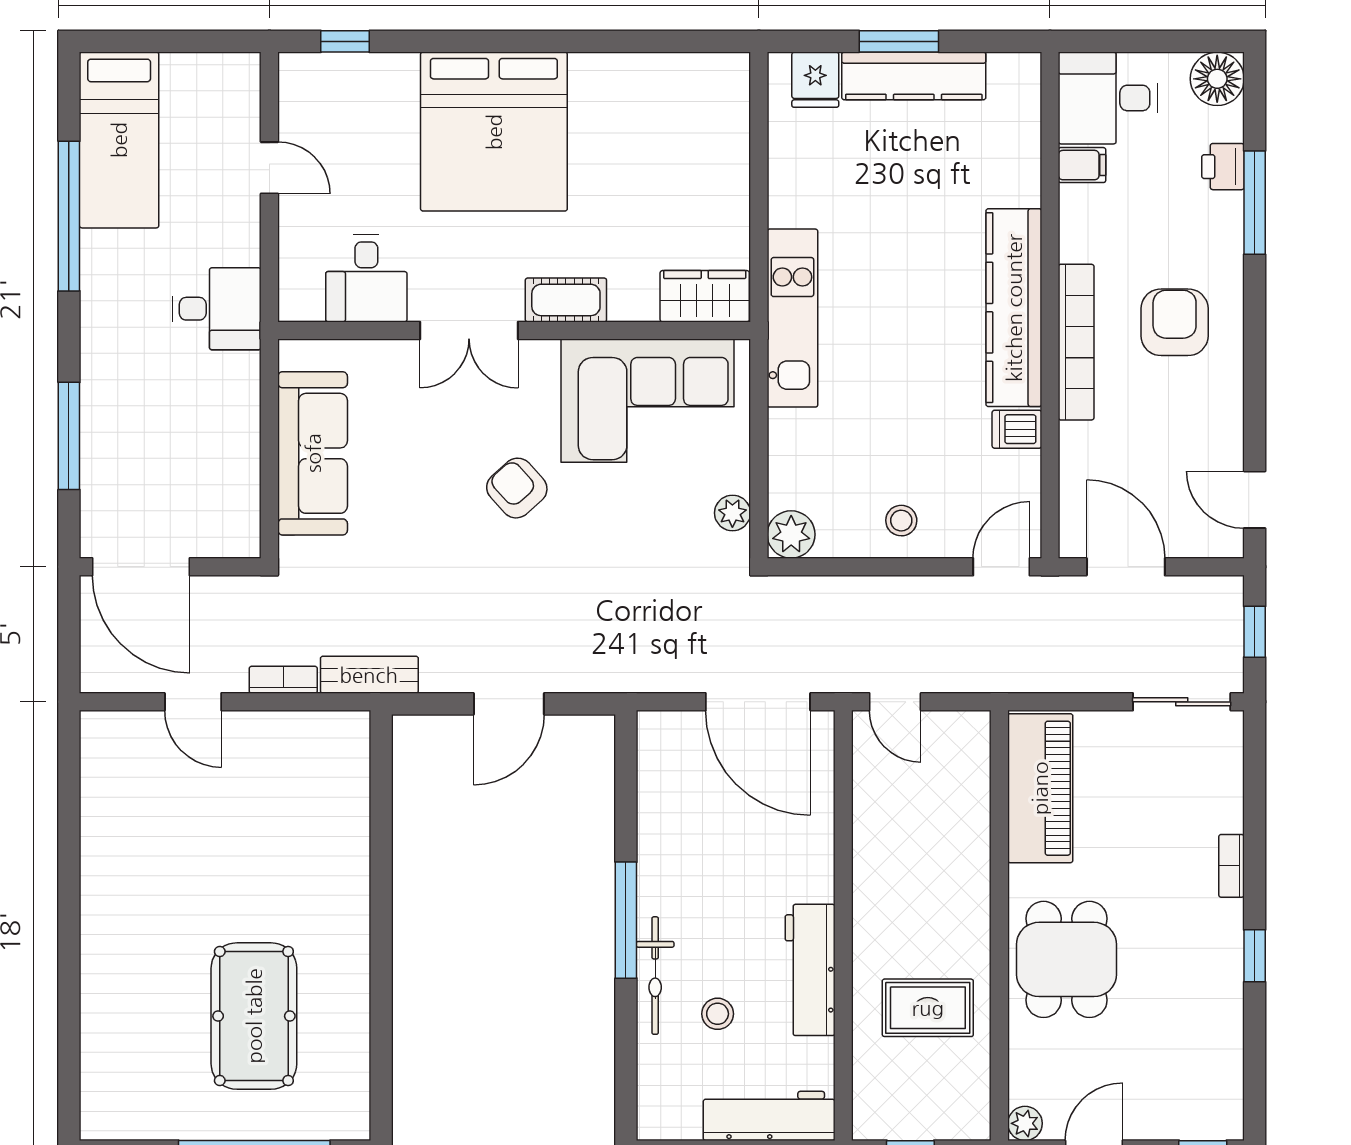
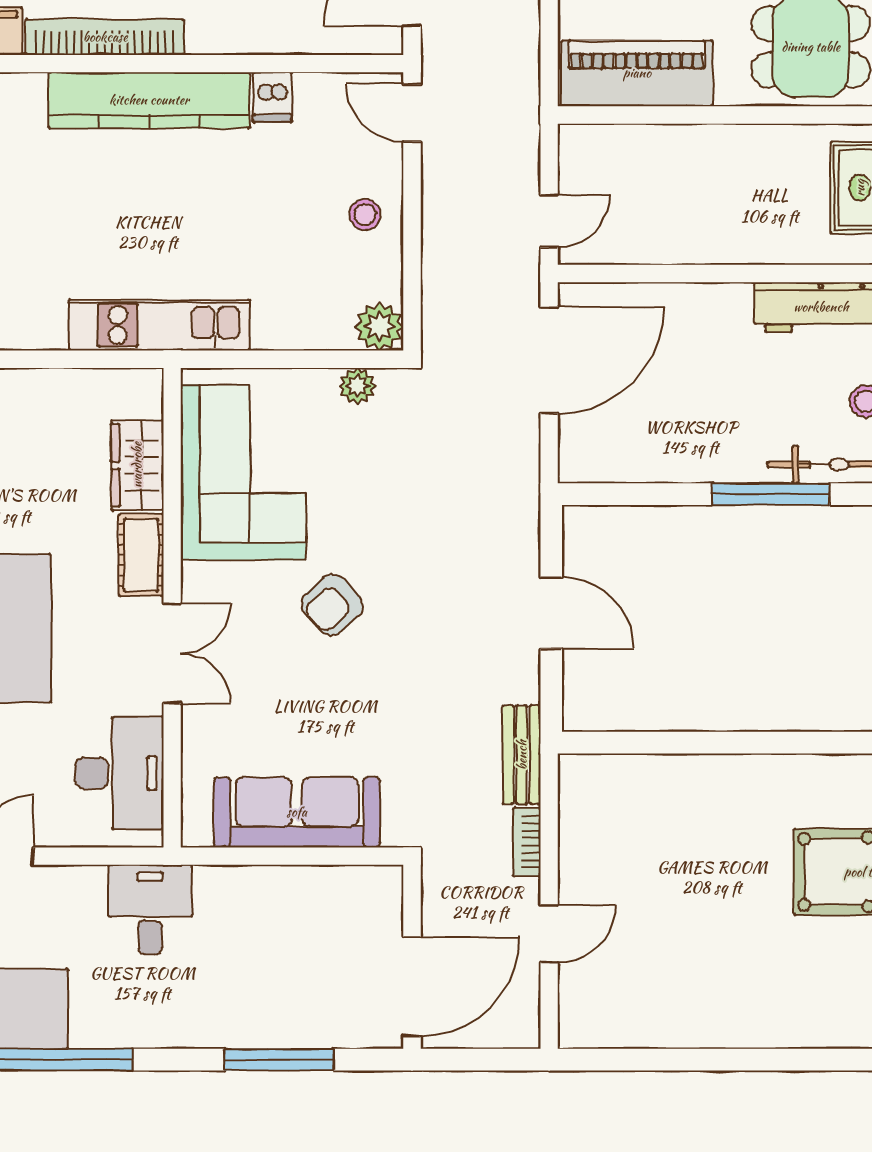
desk: (366, 278) -> (119, 773), width x1.37
wardrobe: (705, 296) -> (137, 465), moved
bookcase: (1076, 342) -> (105, 37), moved

